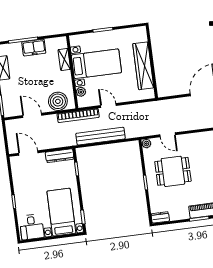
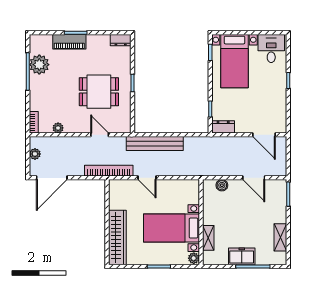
wardrobe: (143, 66) -> (117, 238), moved
plant: (81, 92) -> (194, 258), moved
boiler: (58, 101) -> (222, 185), width x0.54, depth x0.54
door: (108, 105) -> (147, 178), moved
bookcase: (78, 116) -> (109, 171), moved
bench: (100, 136) -> (155, 144), moved
plant: (146, 144) -> (58, 128), moved
dresser: (60, 156) -> (223, 127), width x0.70

